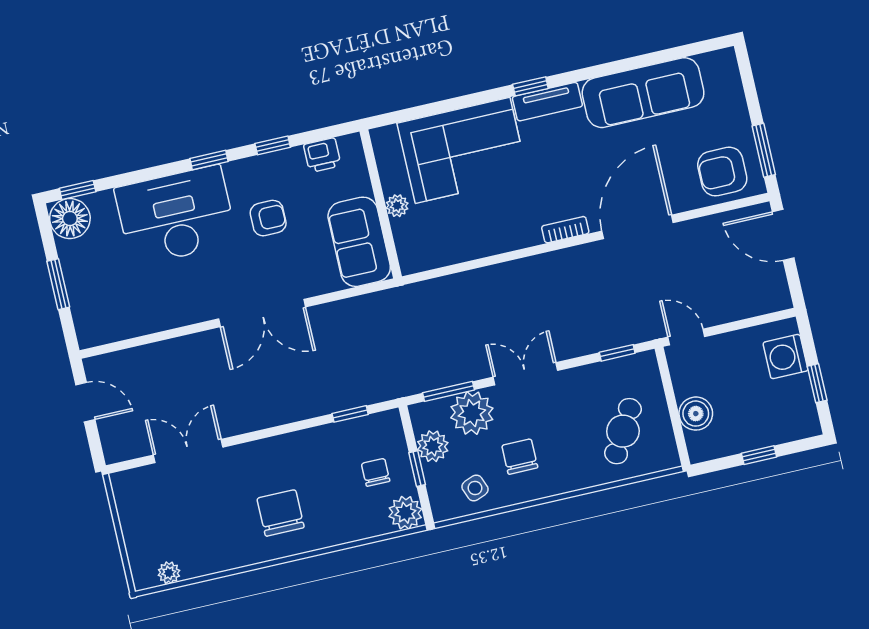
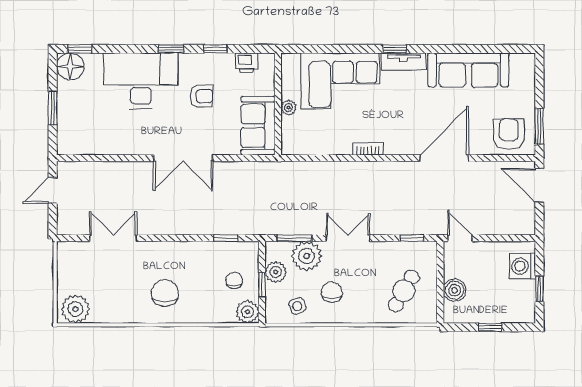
armchair: (722, 172) -> (509, 134), turned 90
bookcase: (565, 230) -> (368, 149), moved
door: (85, 402) -> (53, 190), swing flipped
plant: (169, 573) -> (75, 309), width x1.87, depth x1.87

